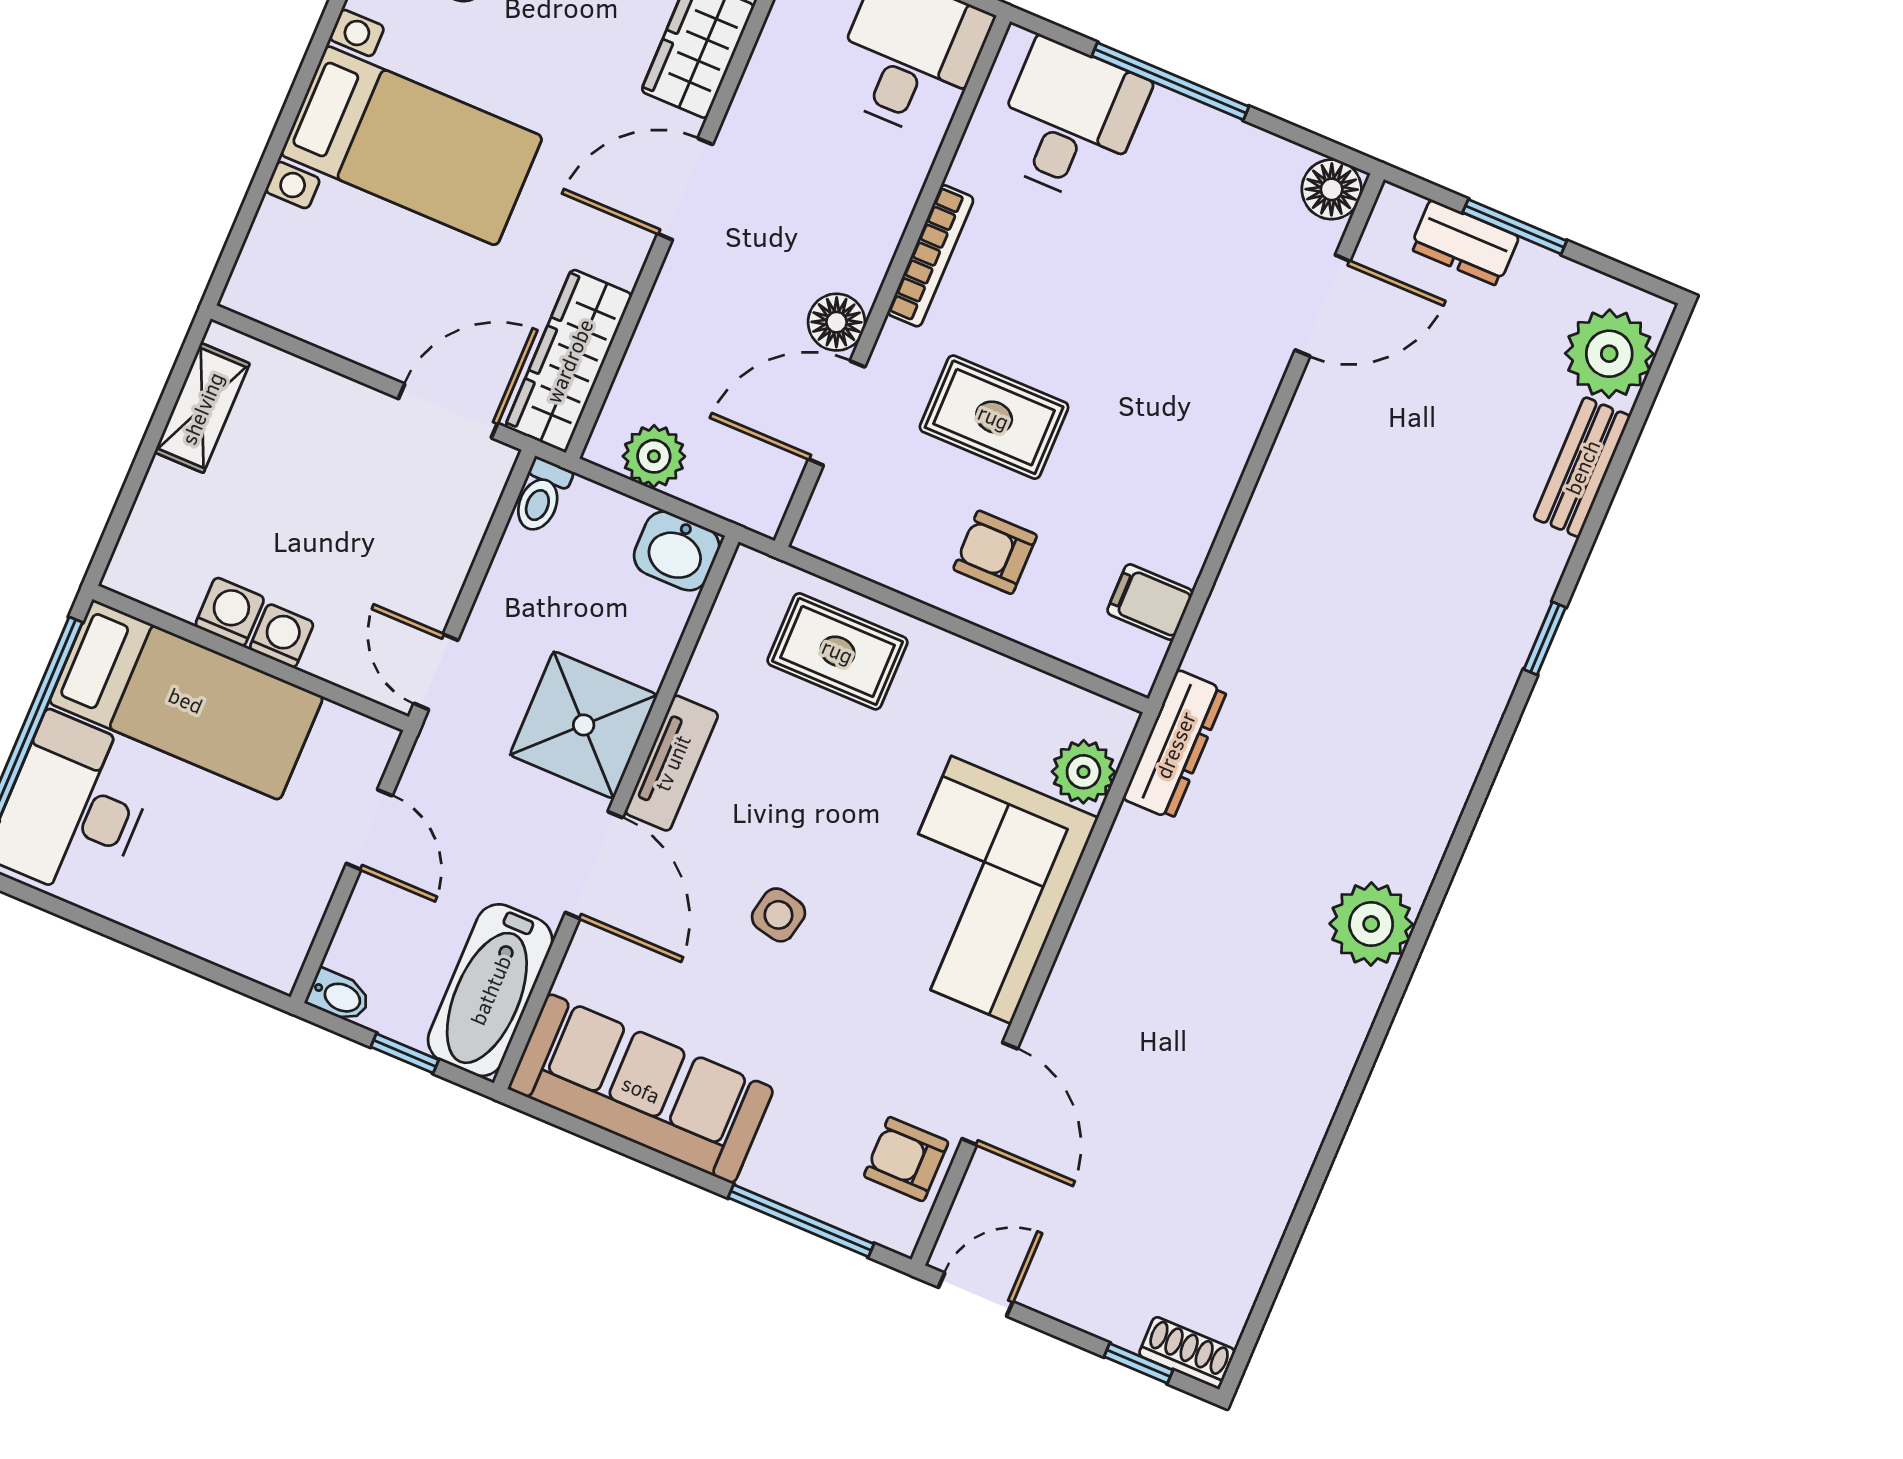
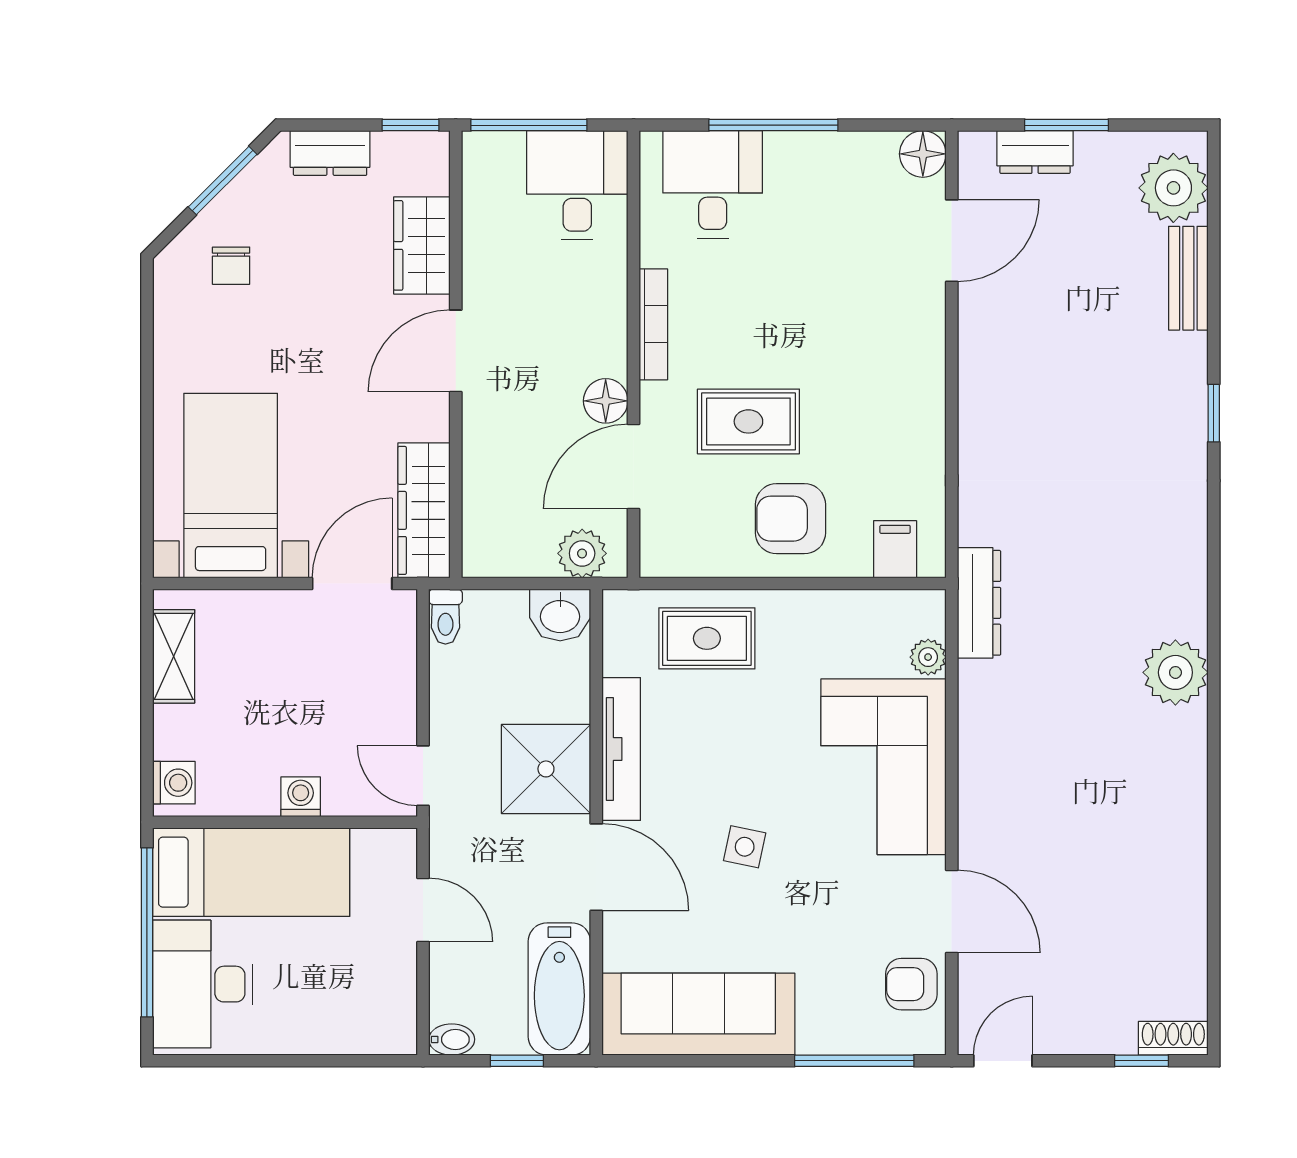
bed with nightstands: (412, 146) -> (231, 486), moved, turned -90
plant: (654, 456) -> (582, 553), moved
armchair: (995, 552) -> (790, 519), width x1.38, depth x1.38
filing cabinet: (1150, 602) -> (895, 549), moved, turned 90
washing machine: (230, 612) -> (174, 783), moved, turned 90
tv unit: (672, 763) -> (621, 749), width x1.41
plant: (1083, 772) -> (928, 657), width x0.73, depth x0.73

